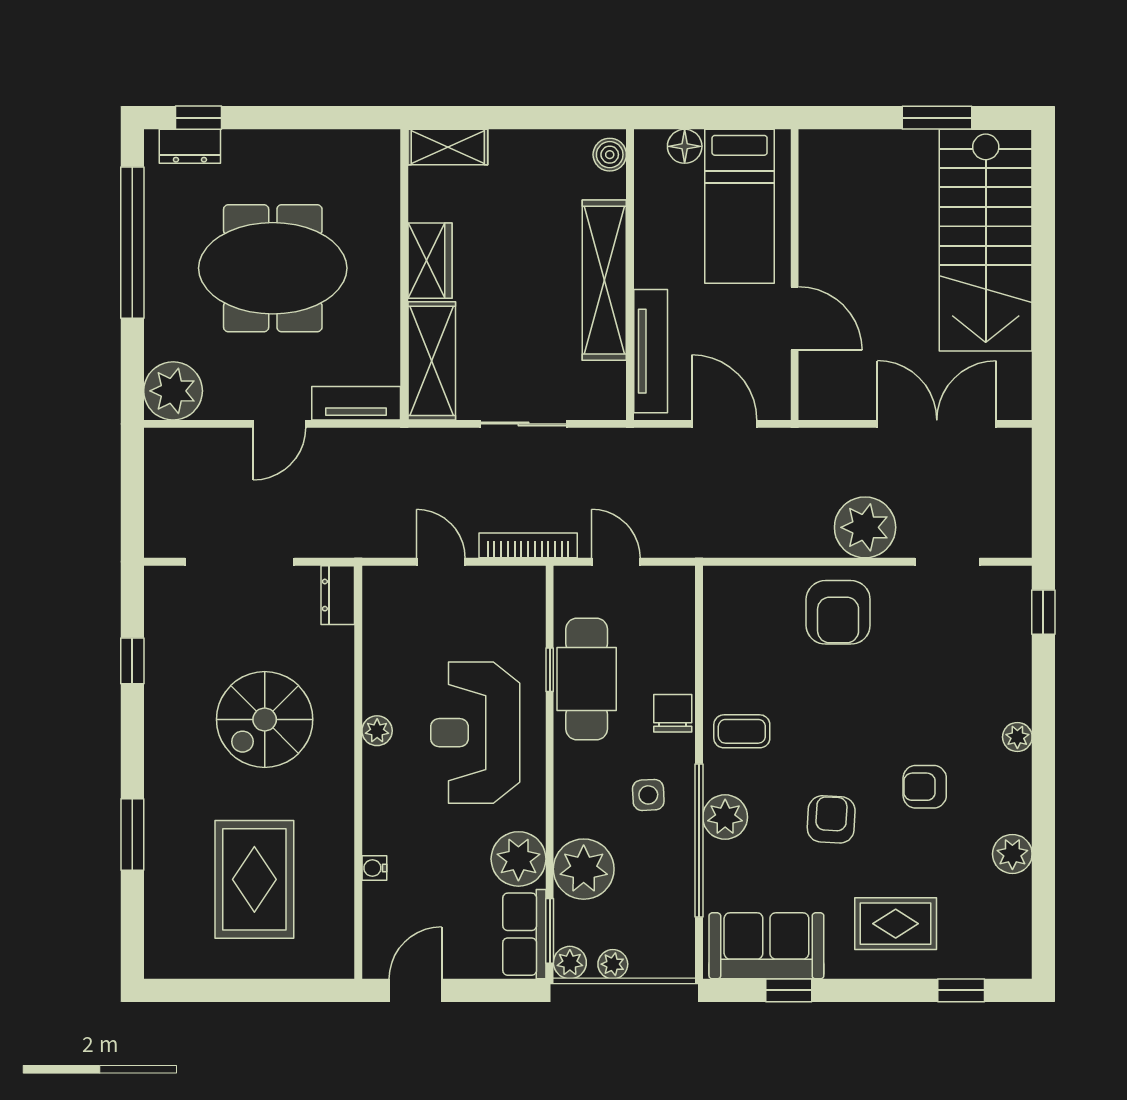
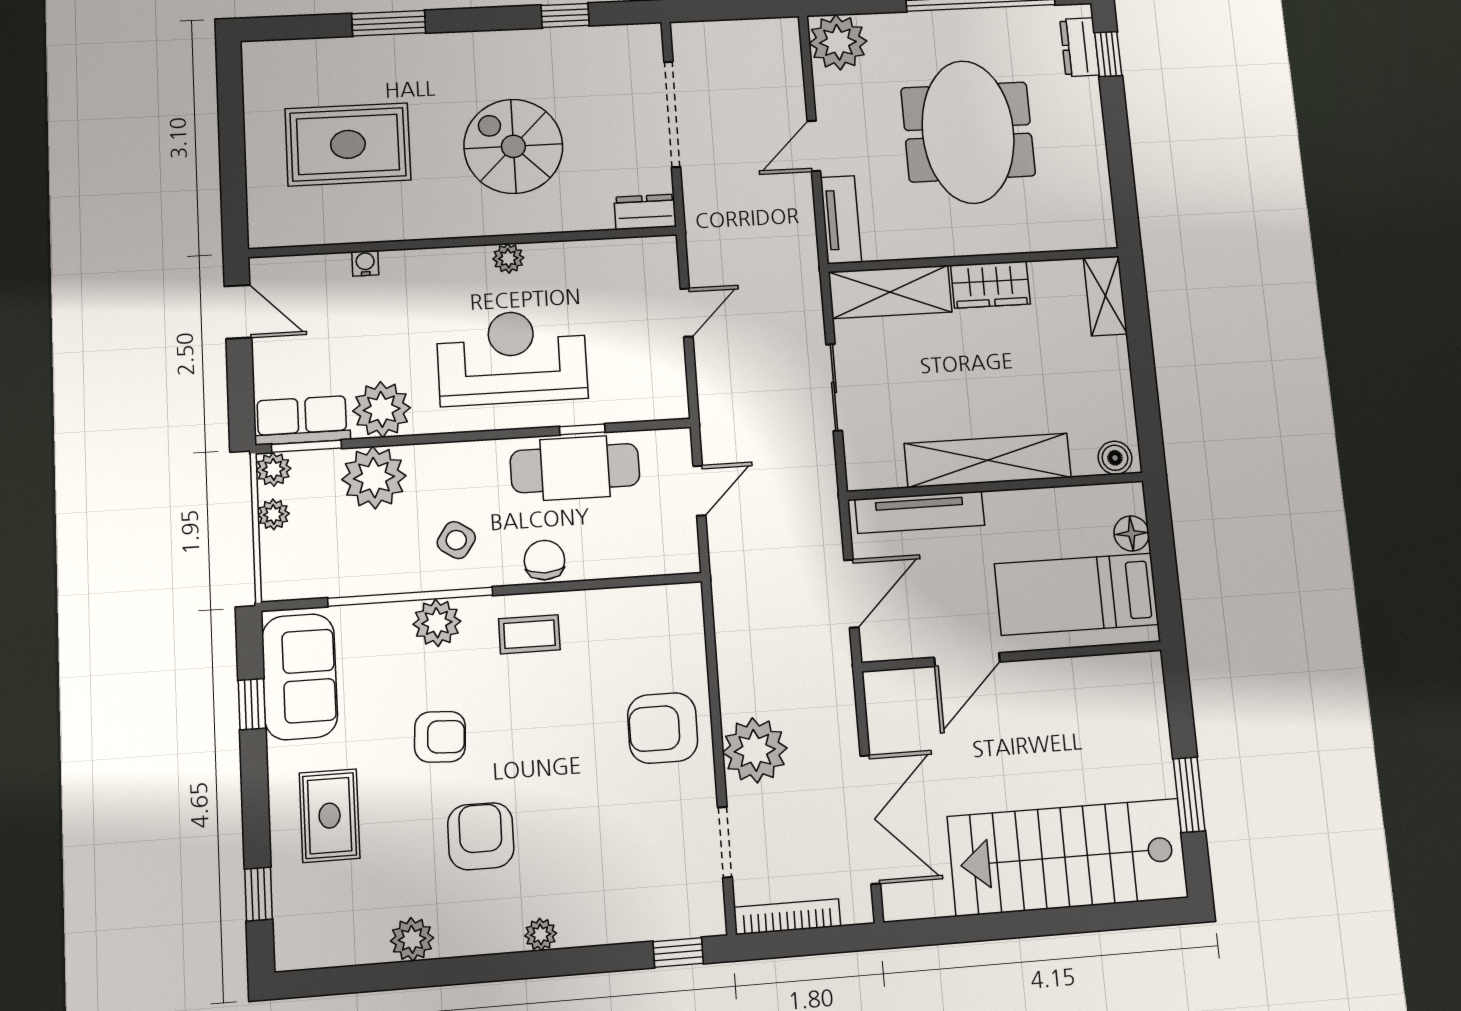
door: (279, 424) -> (814, 146), hinge flipped
bookcase: (528, 545) -> (787, 917), moved, turned -90
chair: (673, 713) -> (544, 560), turned -90
coffee table: (742, 731) -> (529, 634), turned 90
armchair: (925, 787) -> (481, 836), width x1.38, depth x1.38
side table: (648, 795) -> (456, 540), turned 37

